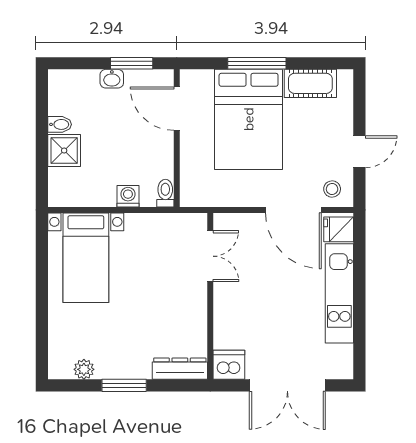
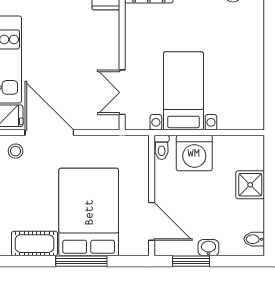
bidet: (60, 124) -> (254, 239), moved
washing machine: (128, 196) -> (194, 153), width x1.89, depth x1.89
bed with nightstands: (86, 258) -> (183, 91), moved

